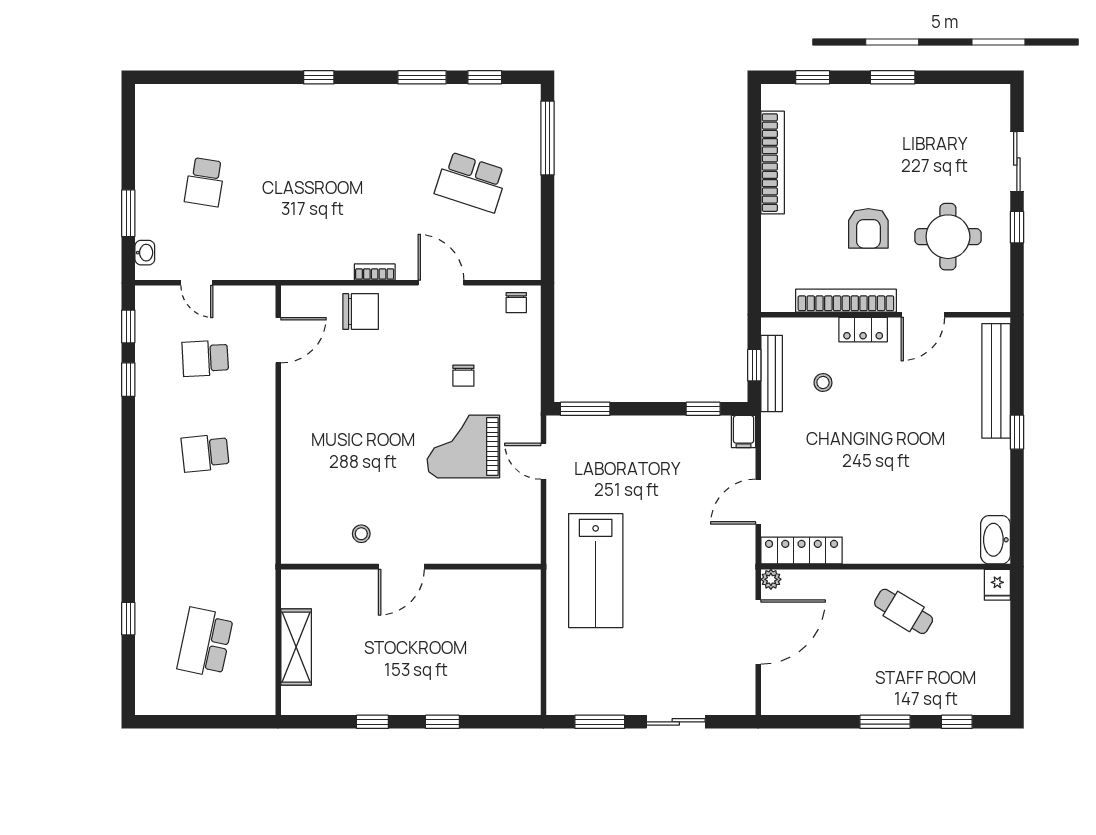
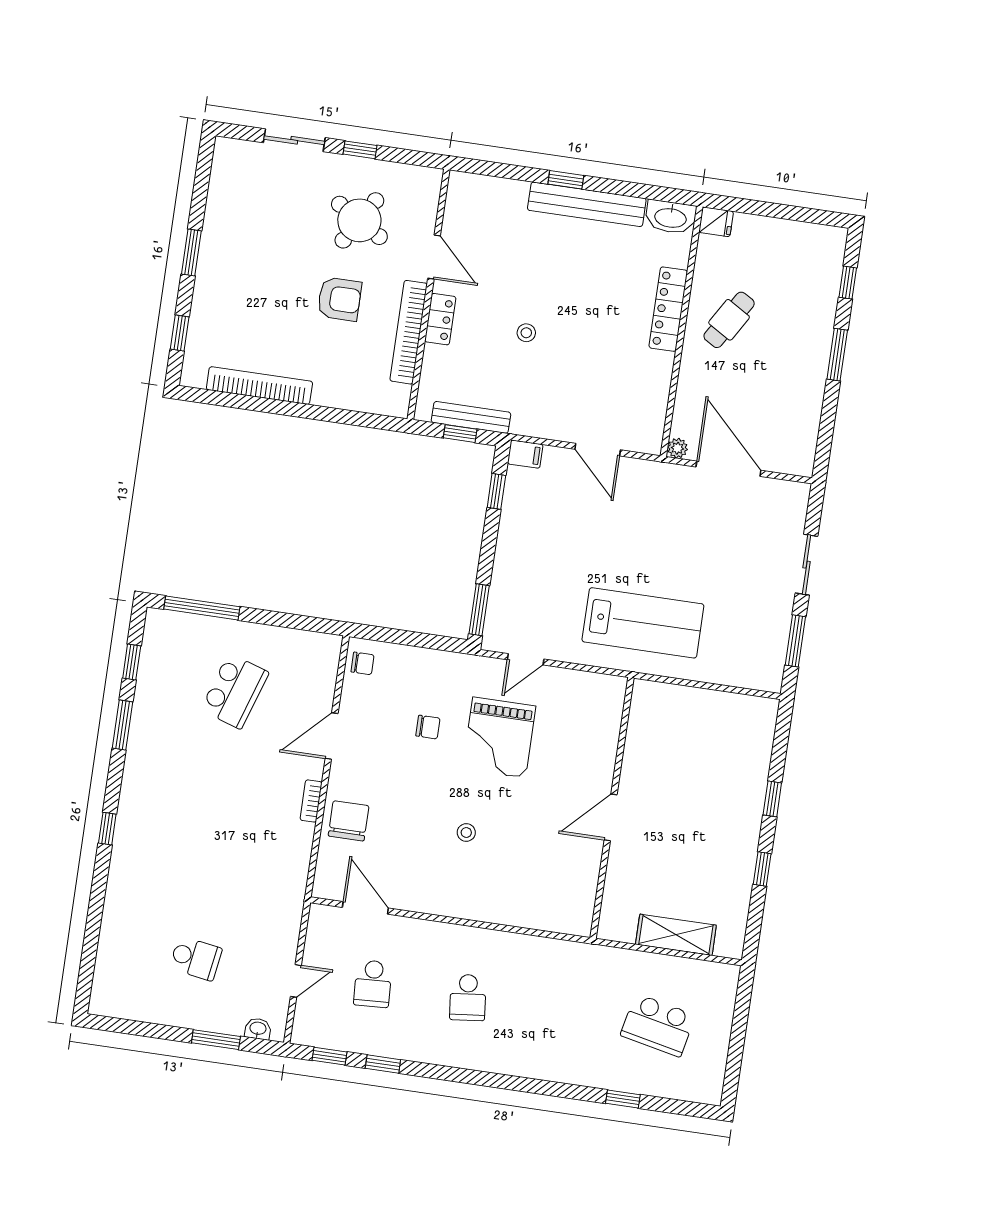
round table: (948, 237) -> (359, 220), turned 31
bench: (996, 381) -> (587, 204), moved
stool: (823, 382) -> (526, 333), moved
stool: (361, 534) -> (466, 833), moved
locker: (802, 551) -> (668, 309), moved
door: (401, 567) -> (611, 817), swing flipped

